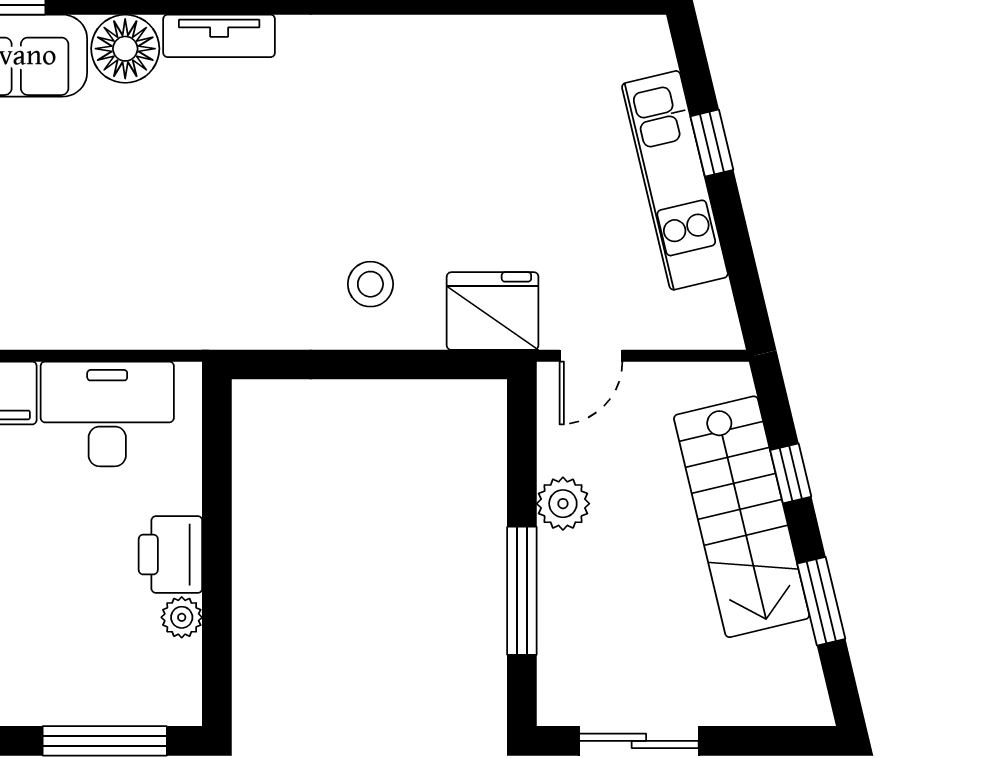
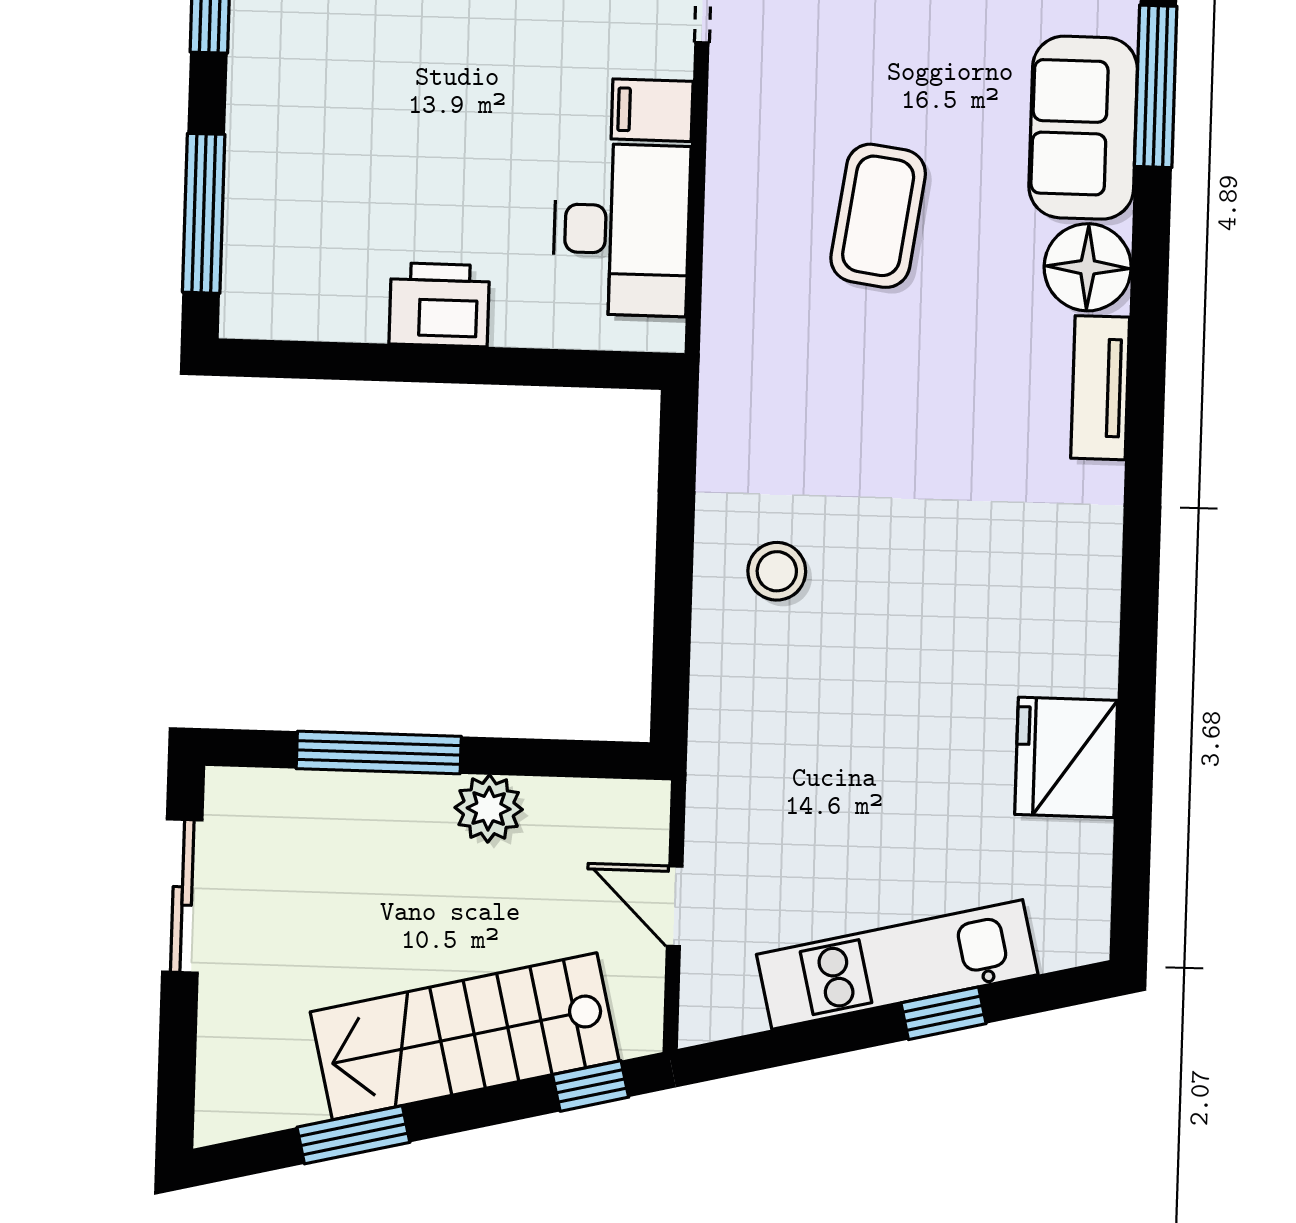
coffee table: (90, 214) -> (878, 216), added
fridge: (493, 311) -> (1066, 757), moved, turned 180
door: (591, 356) -> (675, 906), moved
window: (791, 473) -> (591, 1086), moved
plant: (182, 617) -> (358, 317), removed

